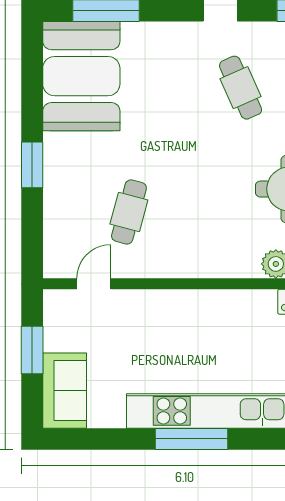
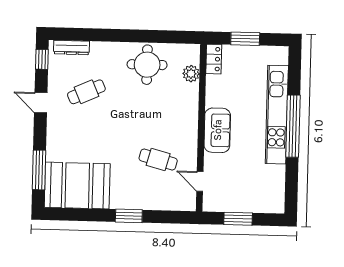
sofa: (65, 391) -> (217, 130), moved, turned 90
window: (191, 439) -> (293, 126), width x1.46

